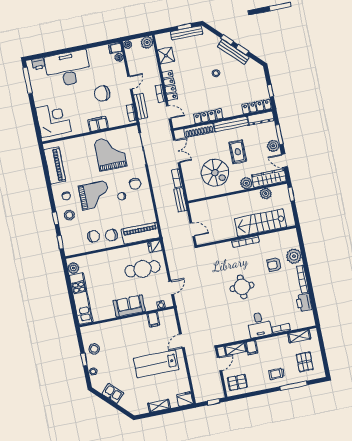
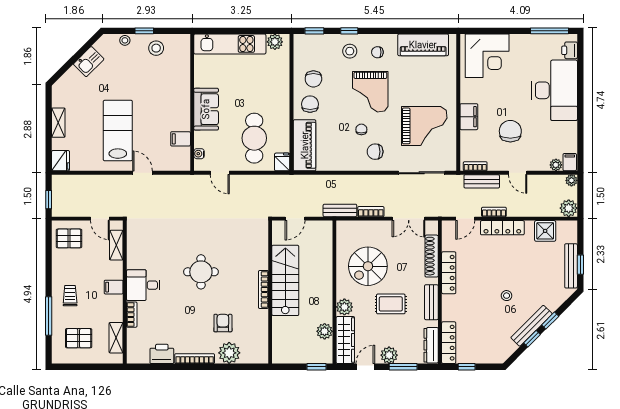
bench: (231, 124) -> (431, 302), width x0.73
stairs: (260, 223) -> (285, 280), moved
filing cabinet: (252, 348) -> (114, 287), moved
pallet: (237, 382) -> (69, 238), turned 90

